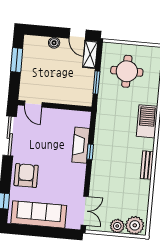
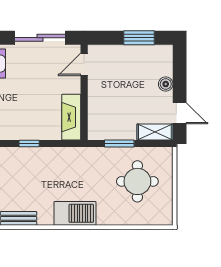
door: (78, 34) -> (180, 113), swing flipped
fireplace: (81, 145) -> (71, 117), moved, turned -90

